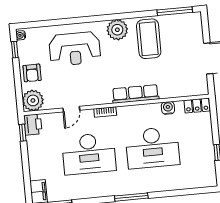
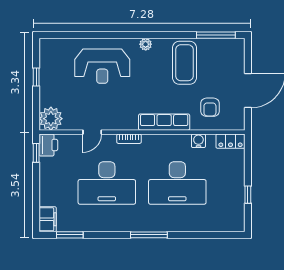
plant: (117, 30) -> (146, 44), width x0.53, depth x0.53
water cooler: (21, 35) -> (44, 46), removed
window: (15, 50) -> (36, 77), moved
armchair: (32, 73) -> (210, 107), moved

